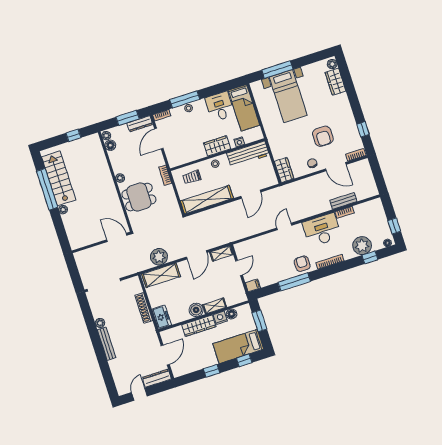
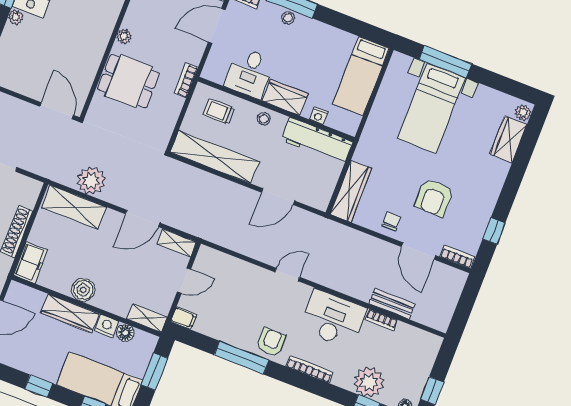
desk: (220, 106) -> (250, 73), moved, turned 180
wardrobe: (284, 170) -> (351, 191), width x1.50
shelving: (215, 306) -> (147, 318), moved

